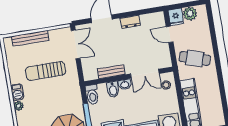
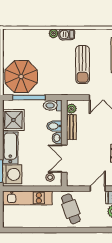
cafe table: (195, 58) -> (71, 209), turned -39
sun lounger: (45, 71) -> (83, 65), turned 180
plant: (92, 75) -> (71, 109), added

